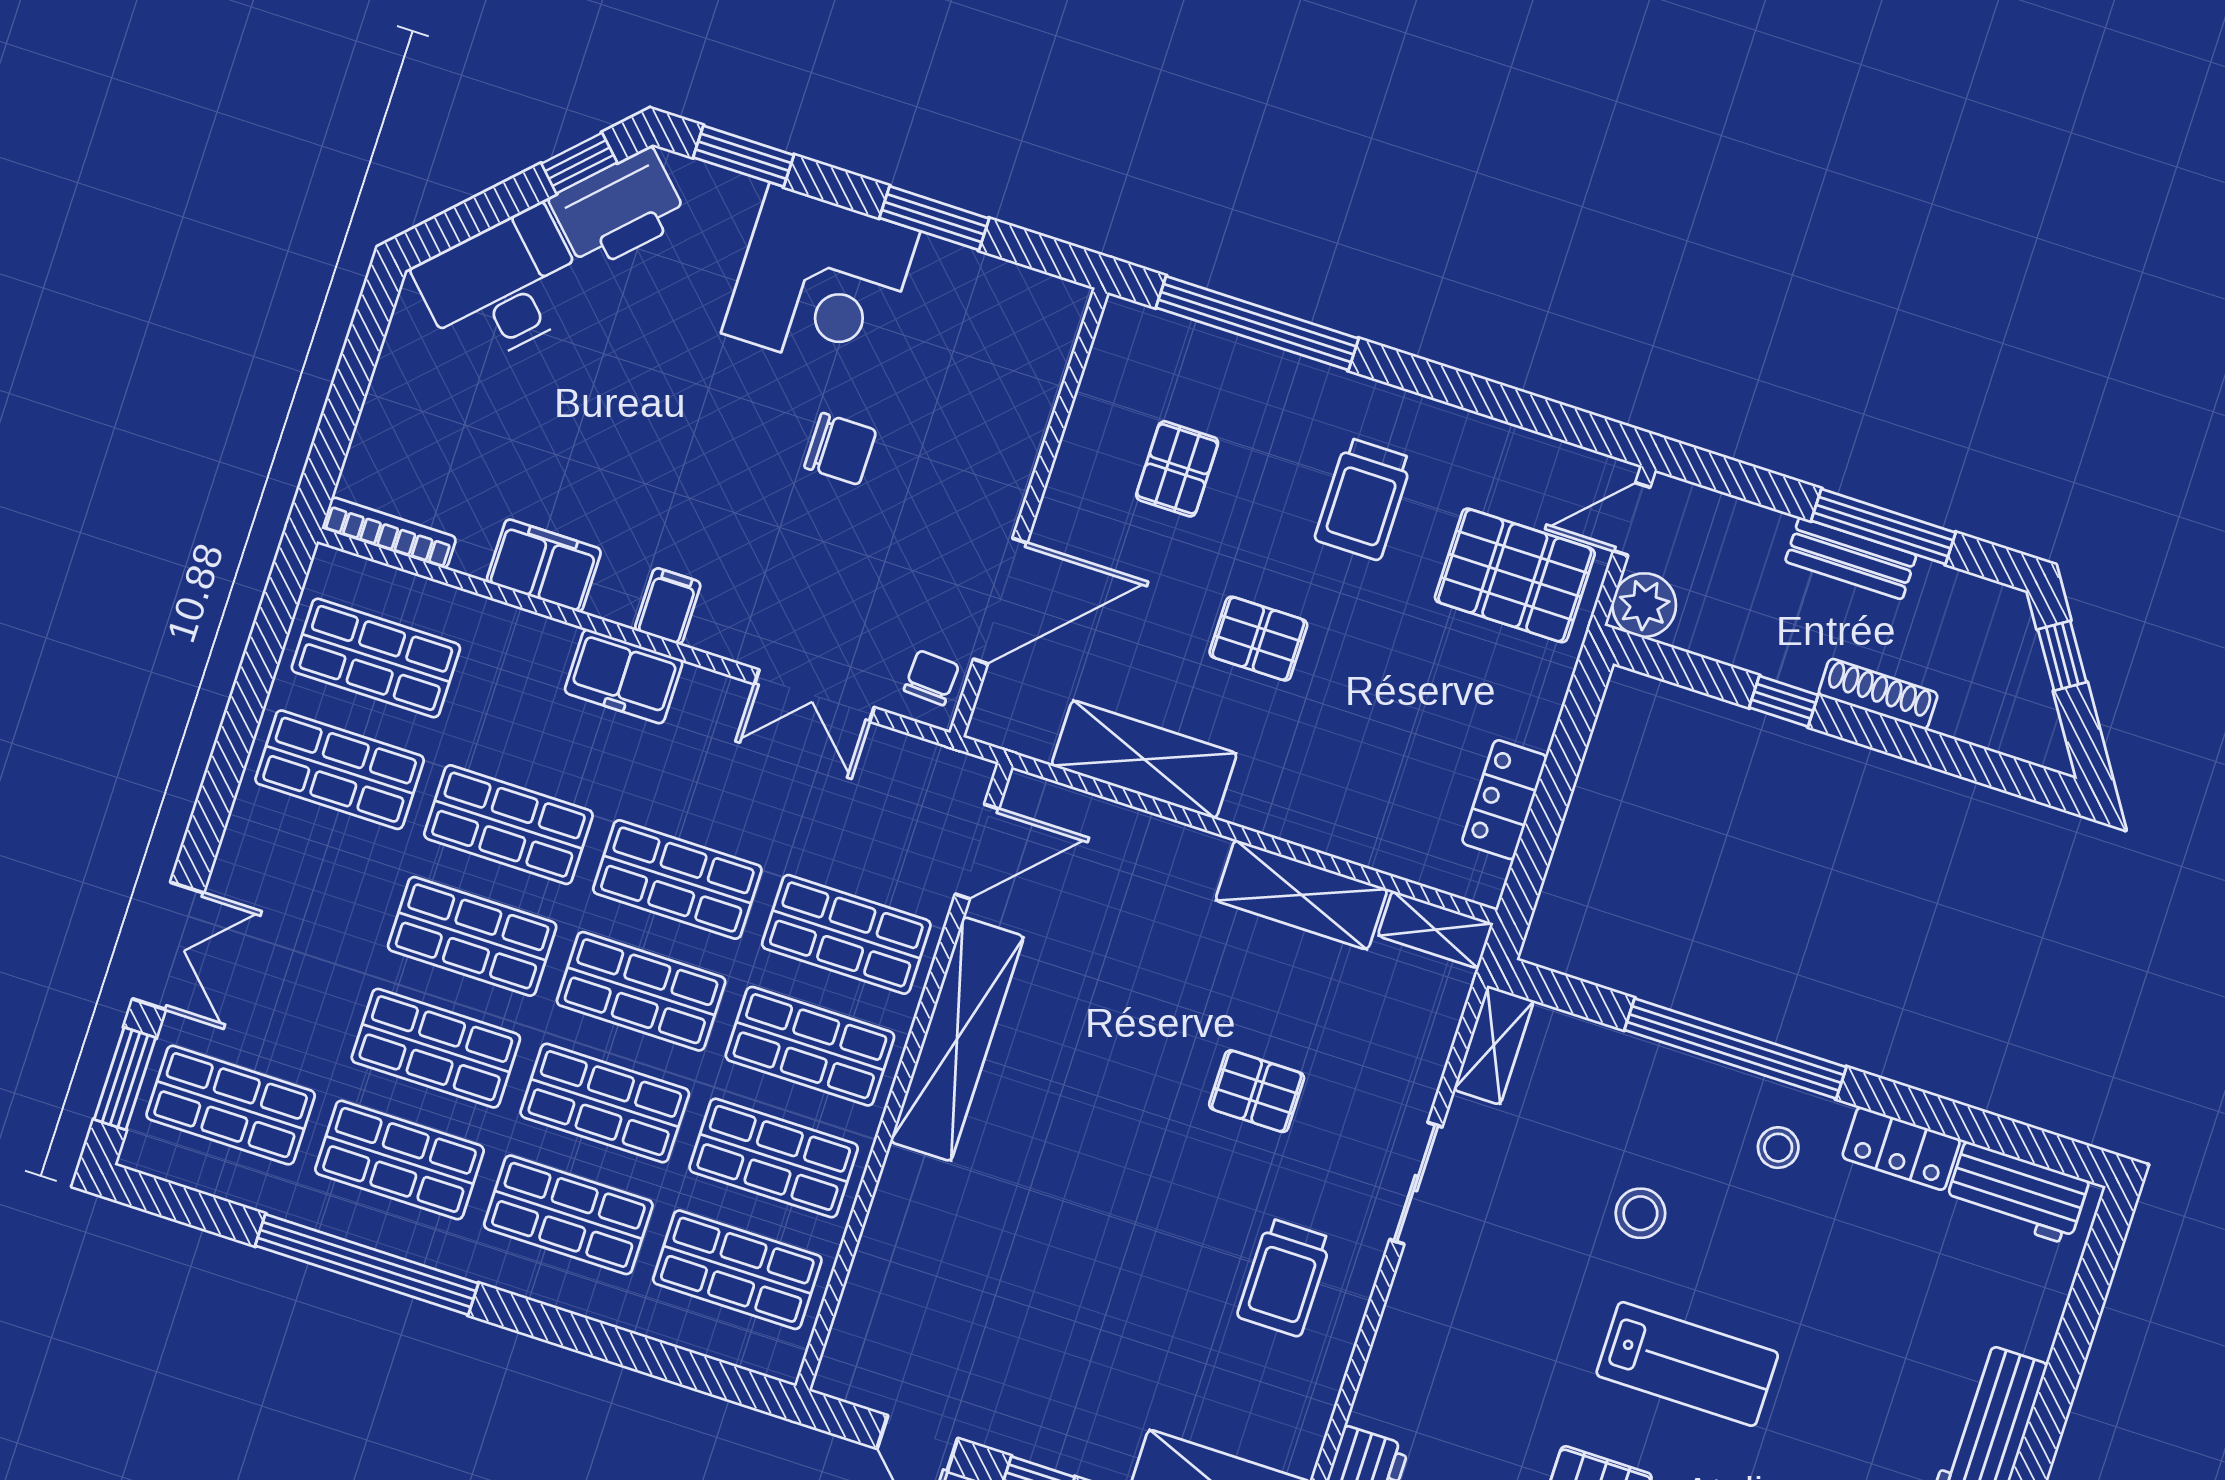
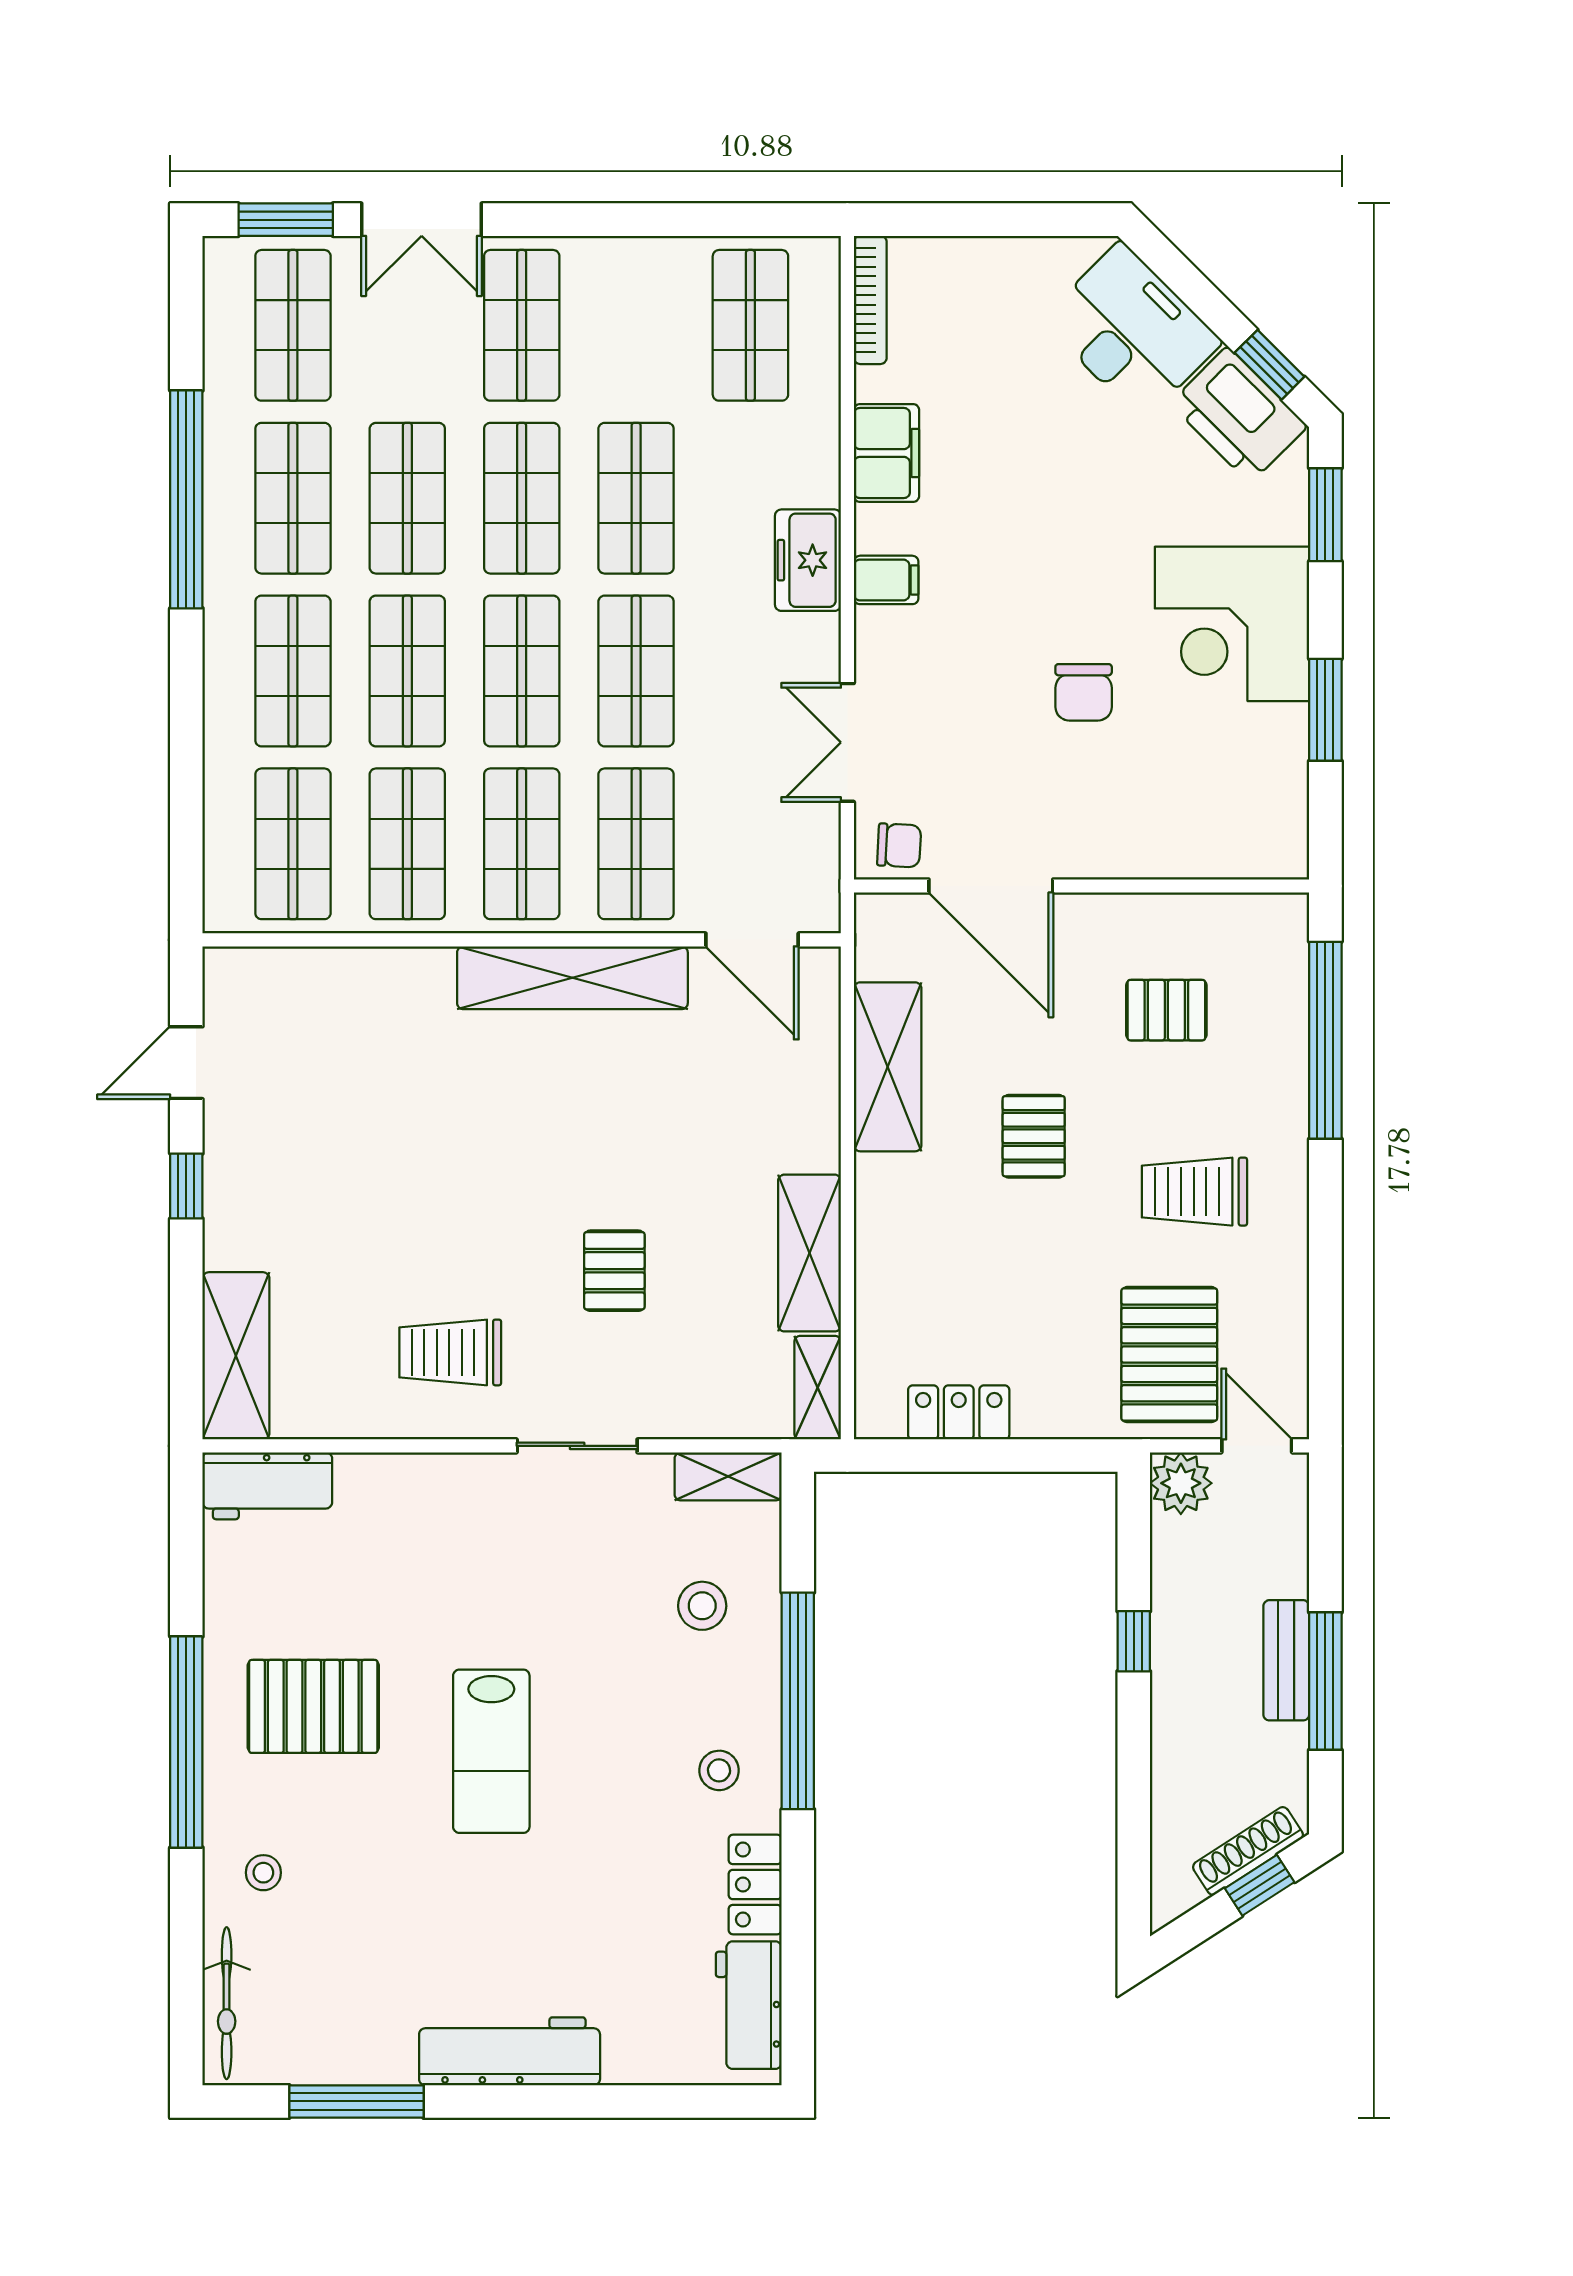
shoe rack: (1878, 694) -> (1248, 1851), moved, turned -123
shop shelf: (340, 770) -> (522, 325), moved
stool: (1640, 1213) -> (702, 1606), moved

